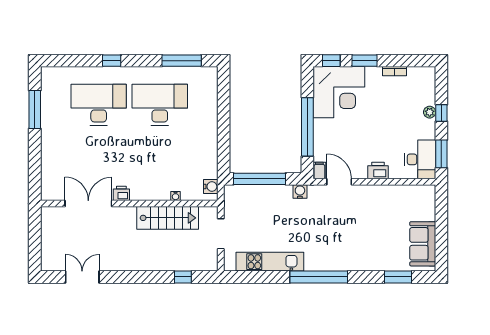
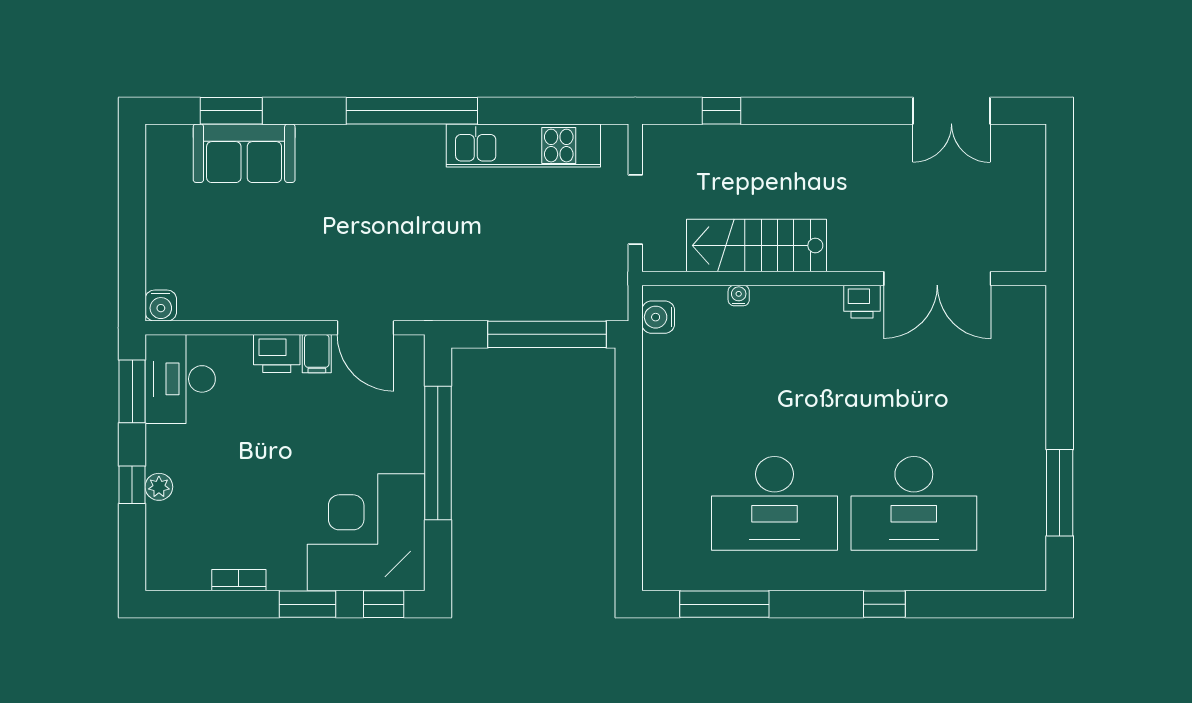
filing cabinet: (319, 171) -> (317, 354), moved
water cooler: (300, 192) -> (161, 306), moved
sofa: (423, 244) -> (244, 153), moved, turned 90

